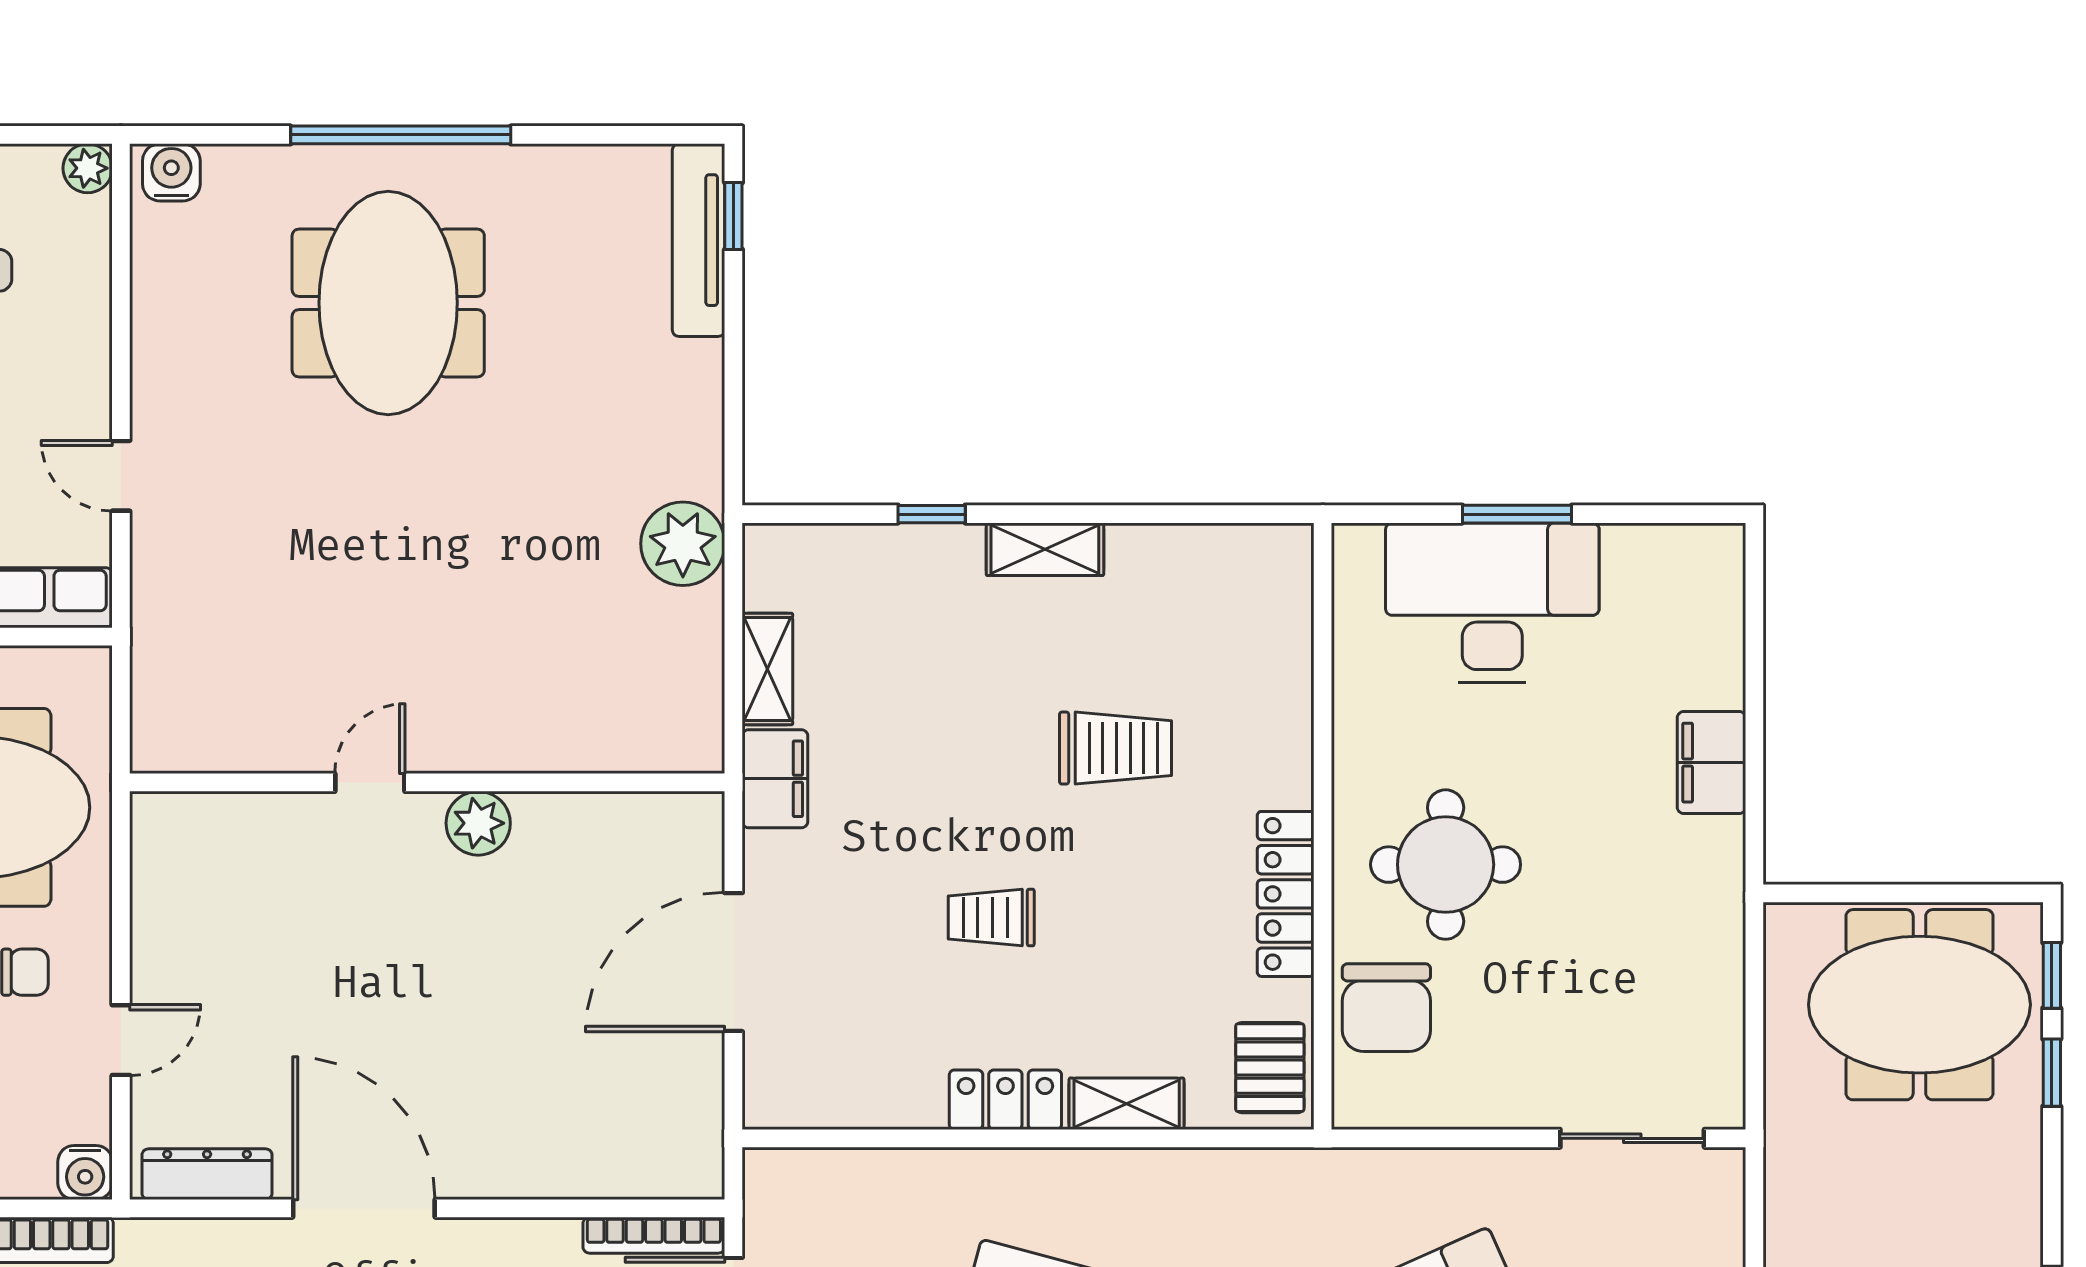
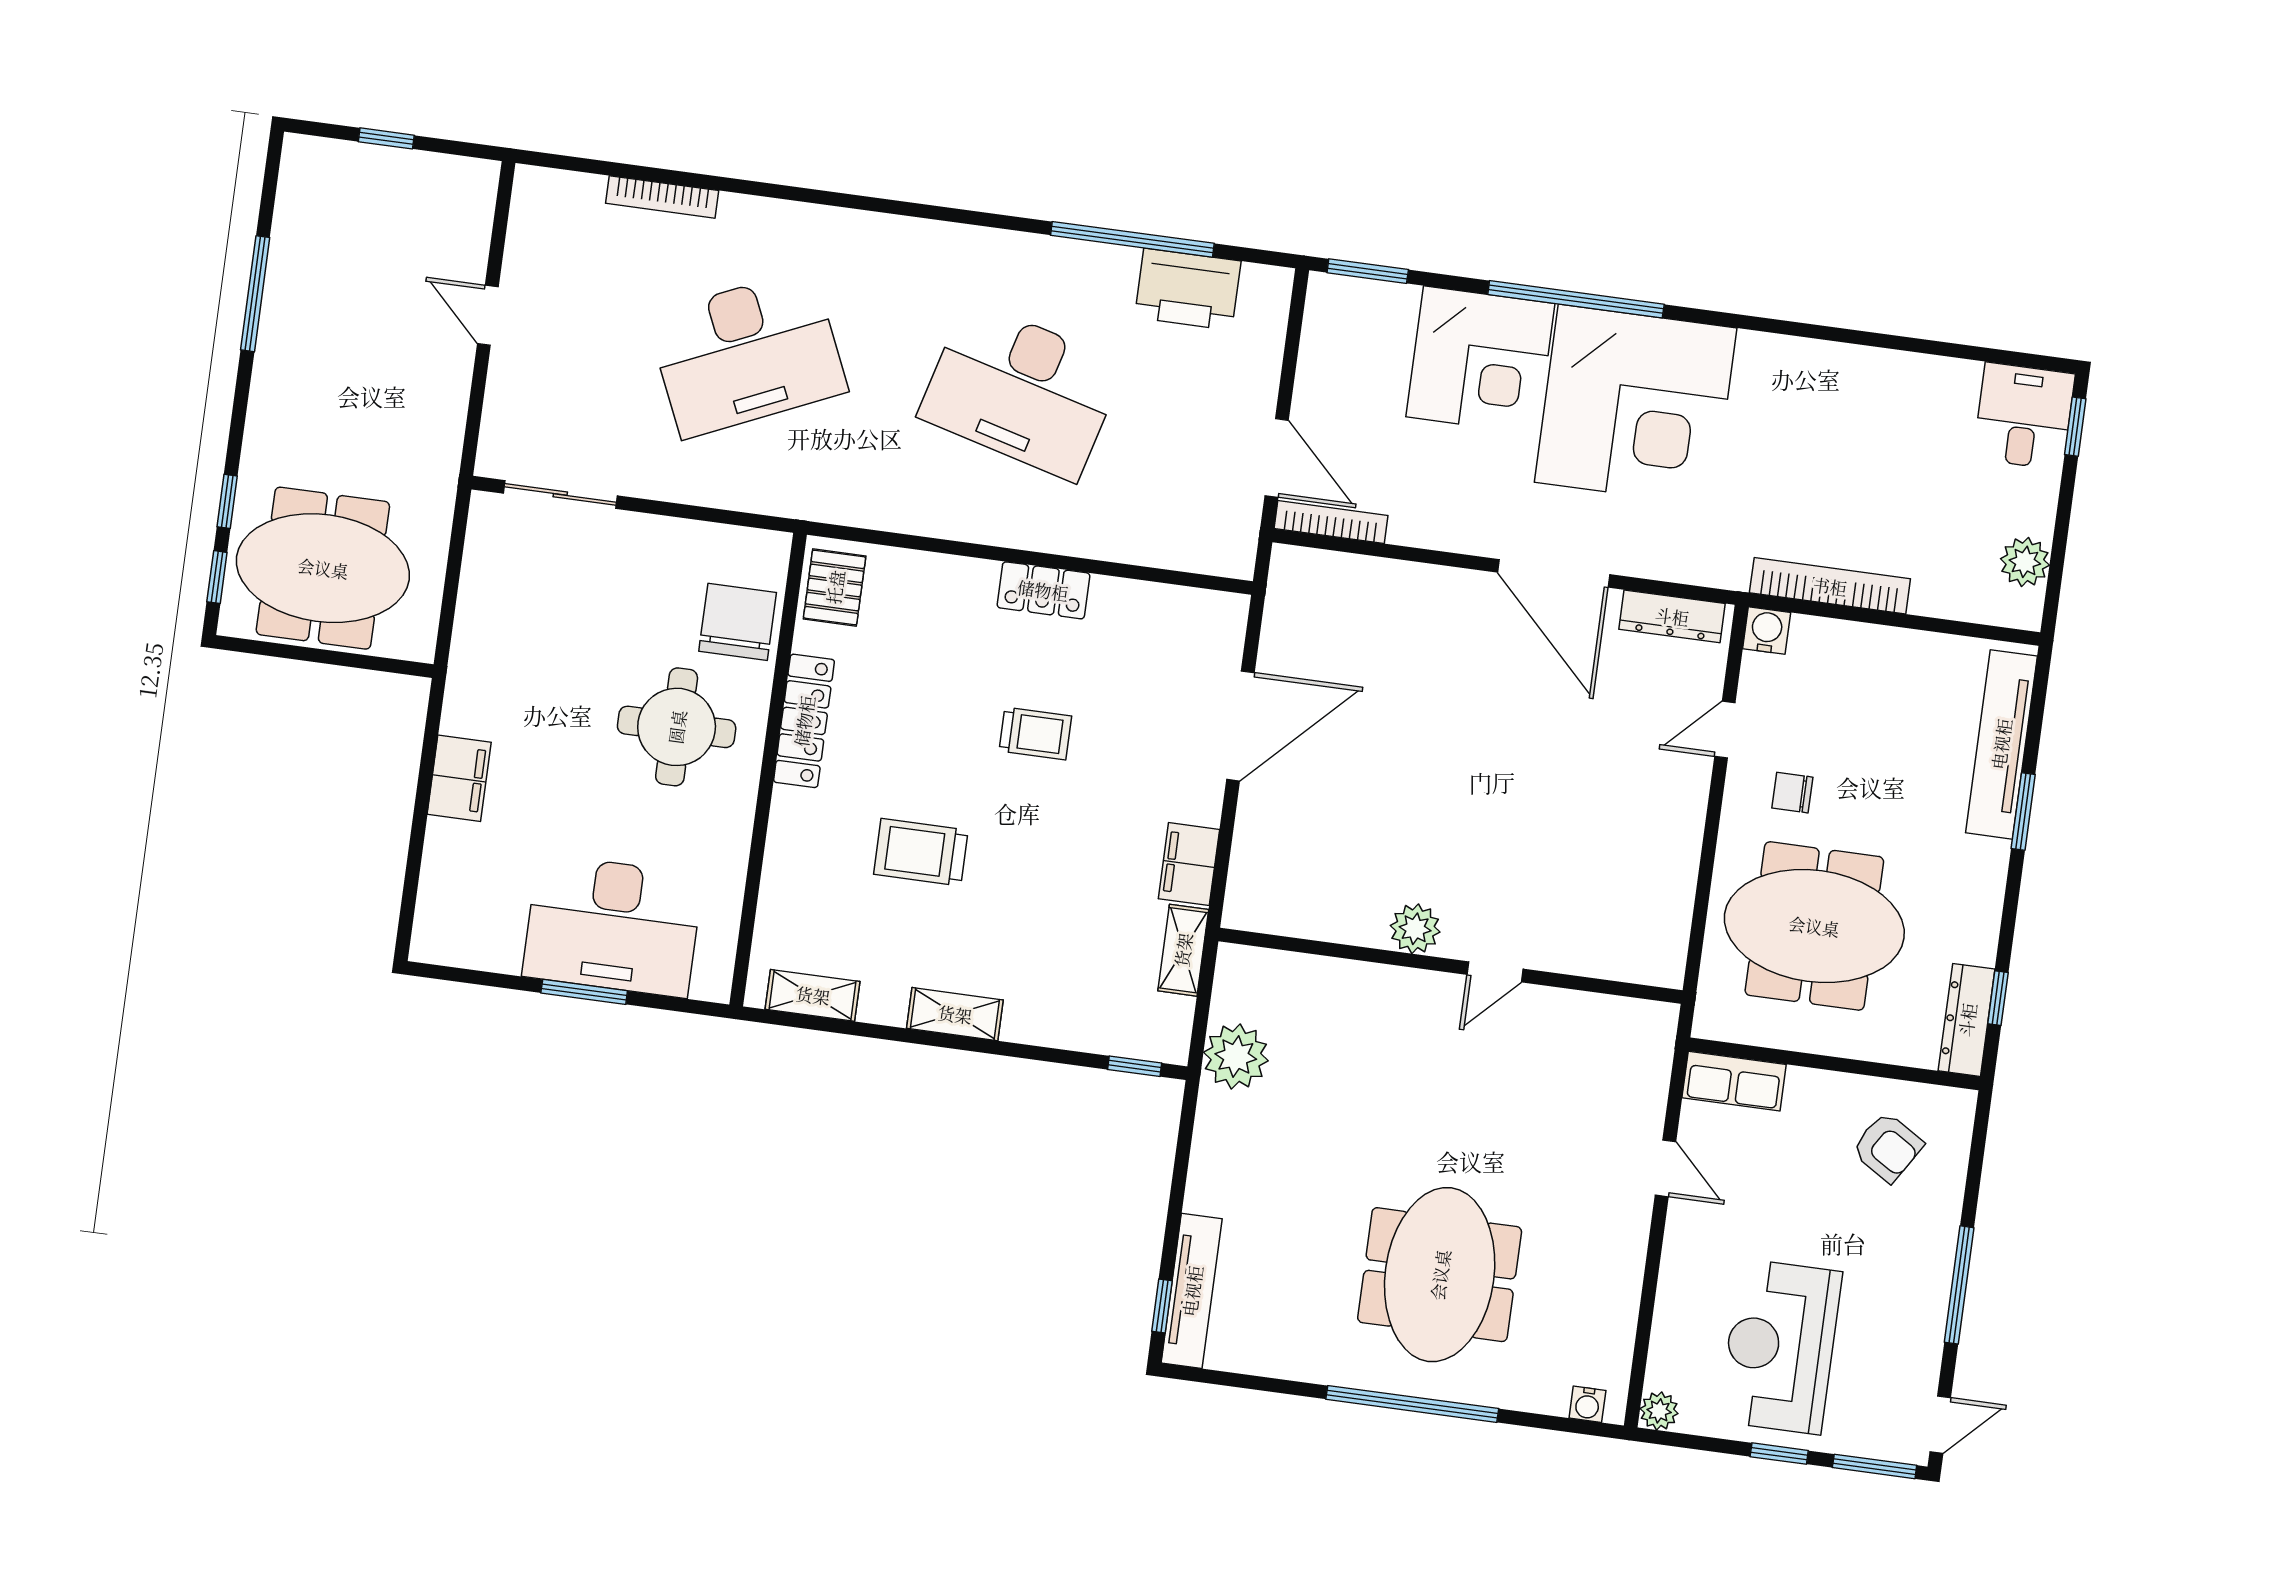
water cooler: (171, 172) -> (1587, 1404), width x0.72, depth x0.72
window: (932, 514) -> (1135, 1066), moved
door: (370, 782) -> (1495, 972), moved
wall: (427, 782) -> (1450, 966), moved
plant: (478, 823) -> (1415, 929), moved
shelving: (1127, 1104) -> (813, 995), moved

